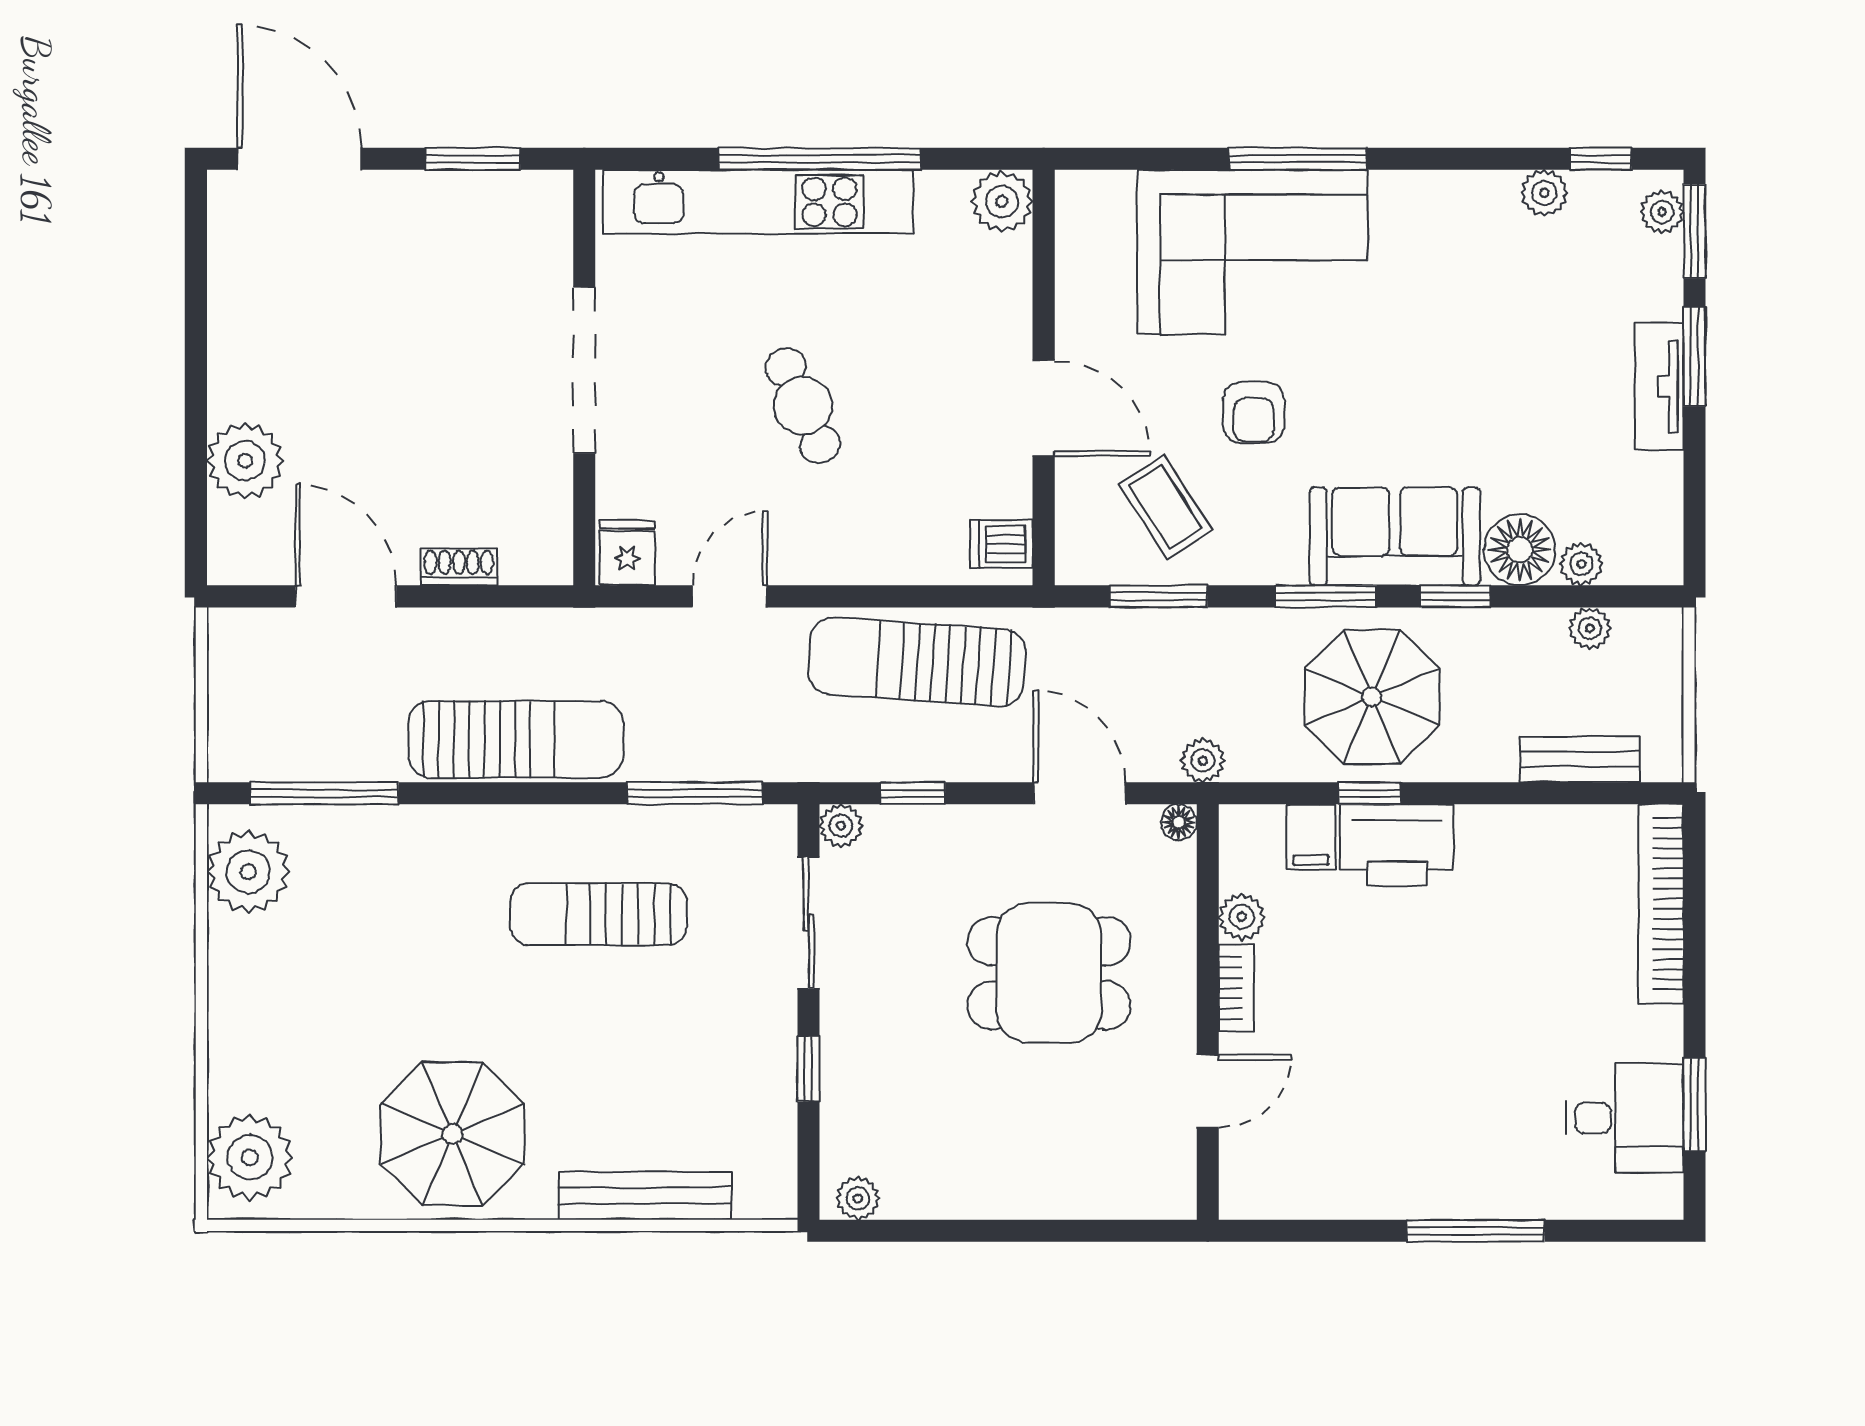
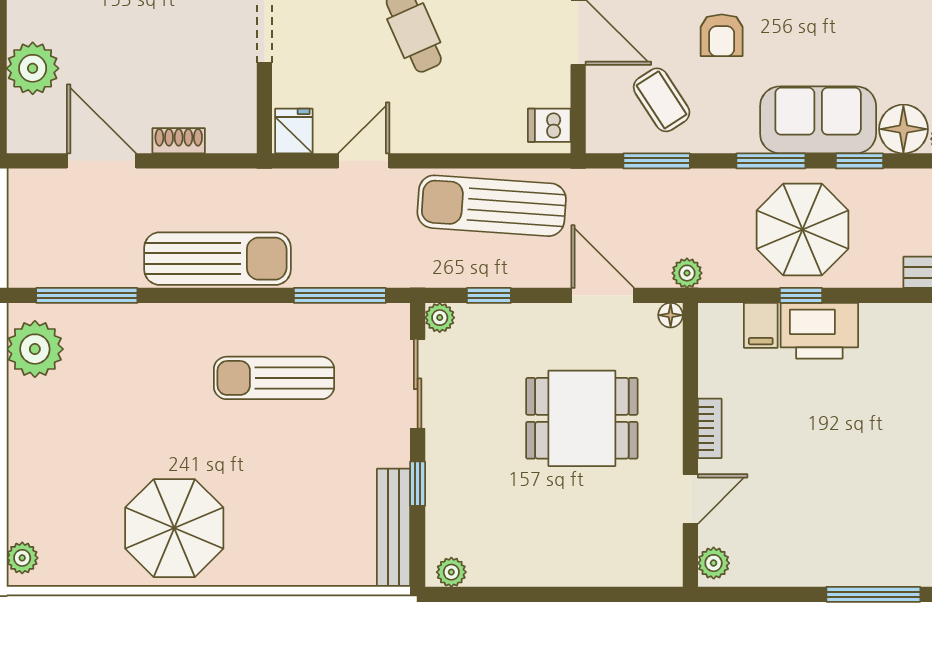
plant: (1242, 917) -> (714, 563), moved
plant: (250, 1157) -> (22, 558), width x0.53, depth x0.53
bench: (645, 1196) -> (394, 528), moved, turned 90

